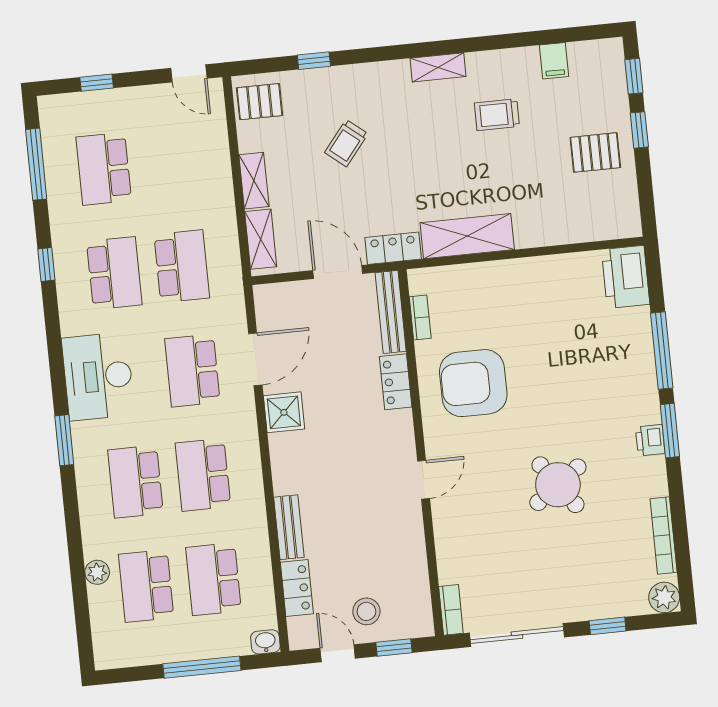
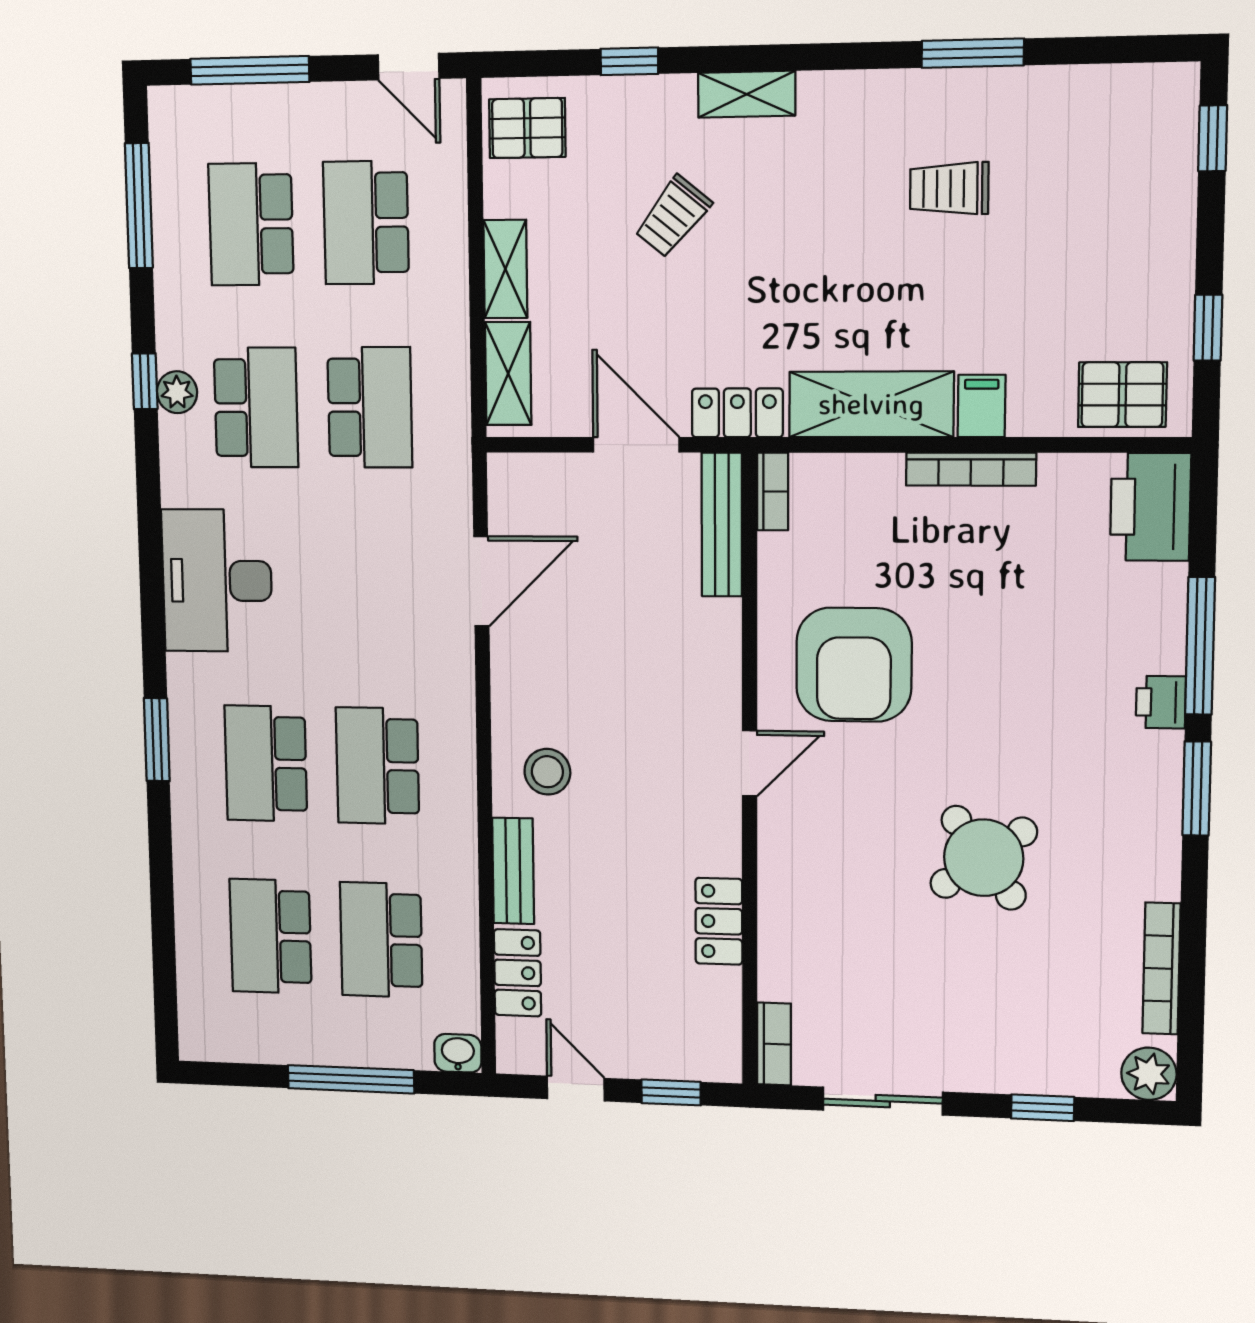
window: (501, 42) -> (973, 53), added
filing cabinet: (554, 61) -> (981, 406), moved, turned 180
shelving: (438, 67) -> (747, 94), moved
window: (97, 83) -> (250, 70), width x2.17
window: (639, 130) -> (1208, 328), moved
pallet: (595, 152) -> (1122, 395), moved
bookcase: (526, 266) -> (971, 469), added
bookcase: (420, 317) -> (773, 491), moved
school desk: (192, 371) -> (366, 223), moved
locker: (396, 382) -> (719, 921), moved
armchair: (473, 383) -> (854, 665), turned -90
shower: (284, 412) -> (522, 677), removed
window: (64, 440) -> (157, 740), moved
printer: (650, 440) -> (1161, 702), moved
door: (424, 480) -> (750, 763), moved
plant: (97, 572) -> (177, 392), moved
stool: (366, 611) -> (547, 772), moved
sliding door: (517, 635) -> (883, 1101), width x0.73

